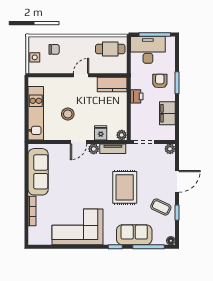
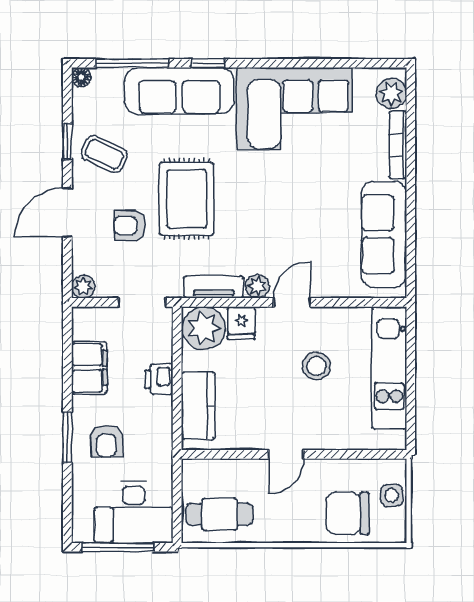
chair: (54, 49) -> (348, 513), width x1.87, depth x1.87
kitchen counter: (112, 84) -> (198, 406), moved, turned 90
printer: (137, 96) -> (159, 379), moved
plant: (122, 135) -> (204, 328), width x1.87, depth x1.87
armchair: (149, 176) -> (130, 226), added
plant: (35, 234) -> (391, 94), added
sofa: (134, 235) -> (179, 91), width x1.36

